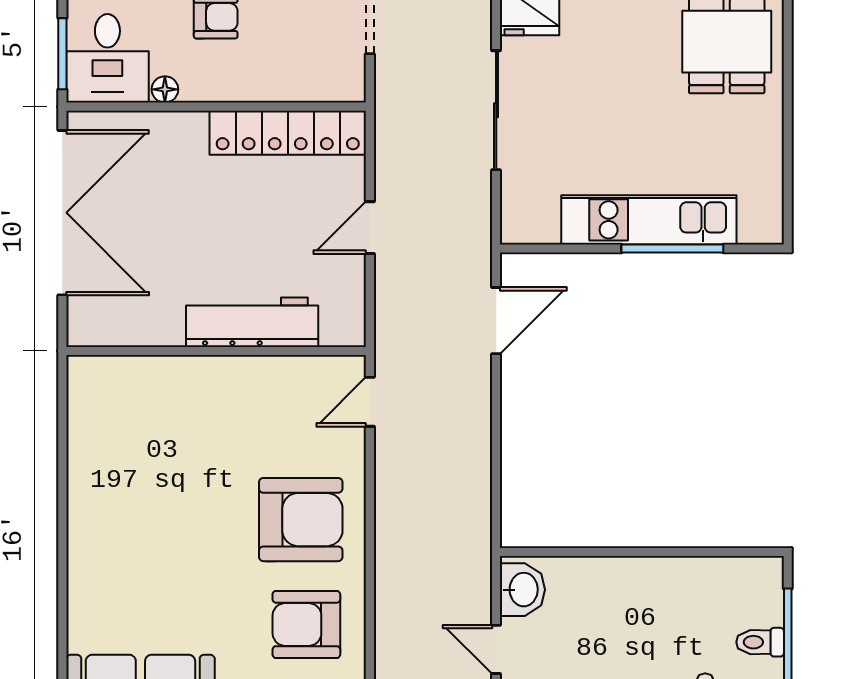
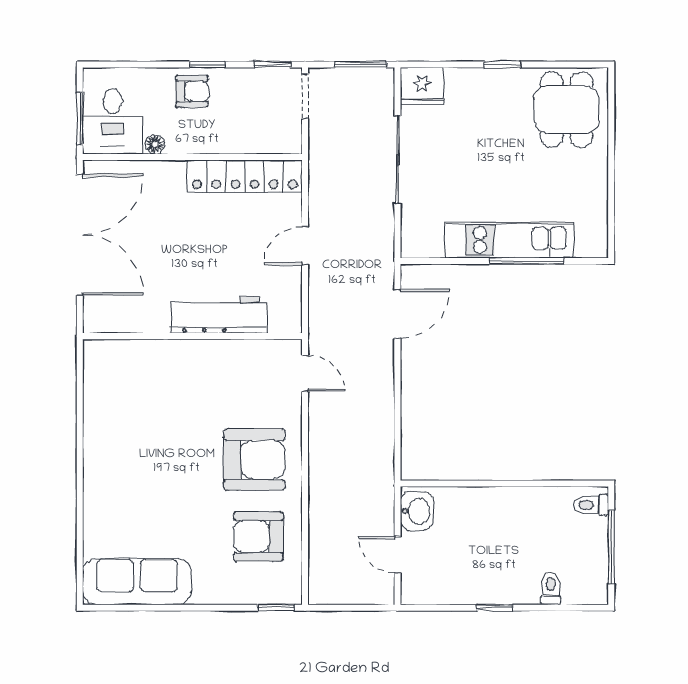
door: (370, 402) -> (305, 373), swing flipped
toilet: (760, 642) -> (591, 505), moved

